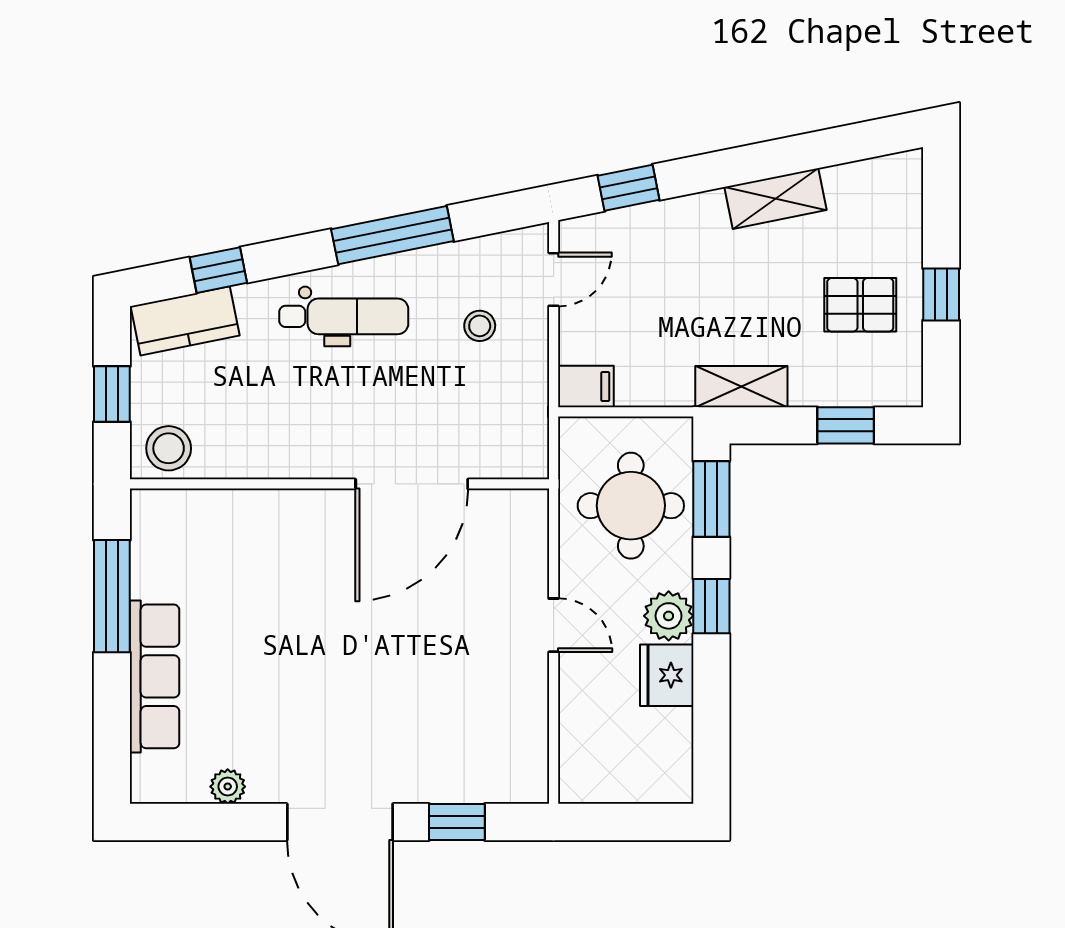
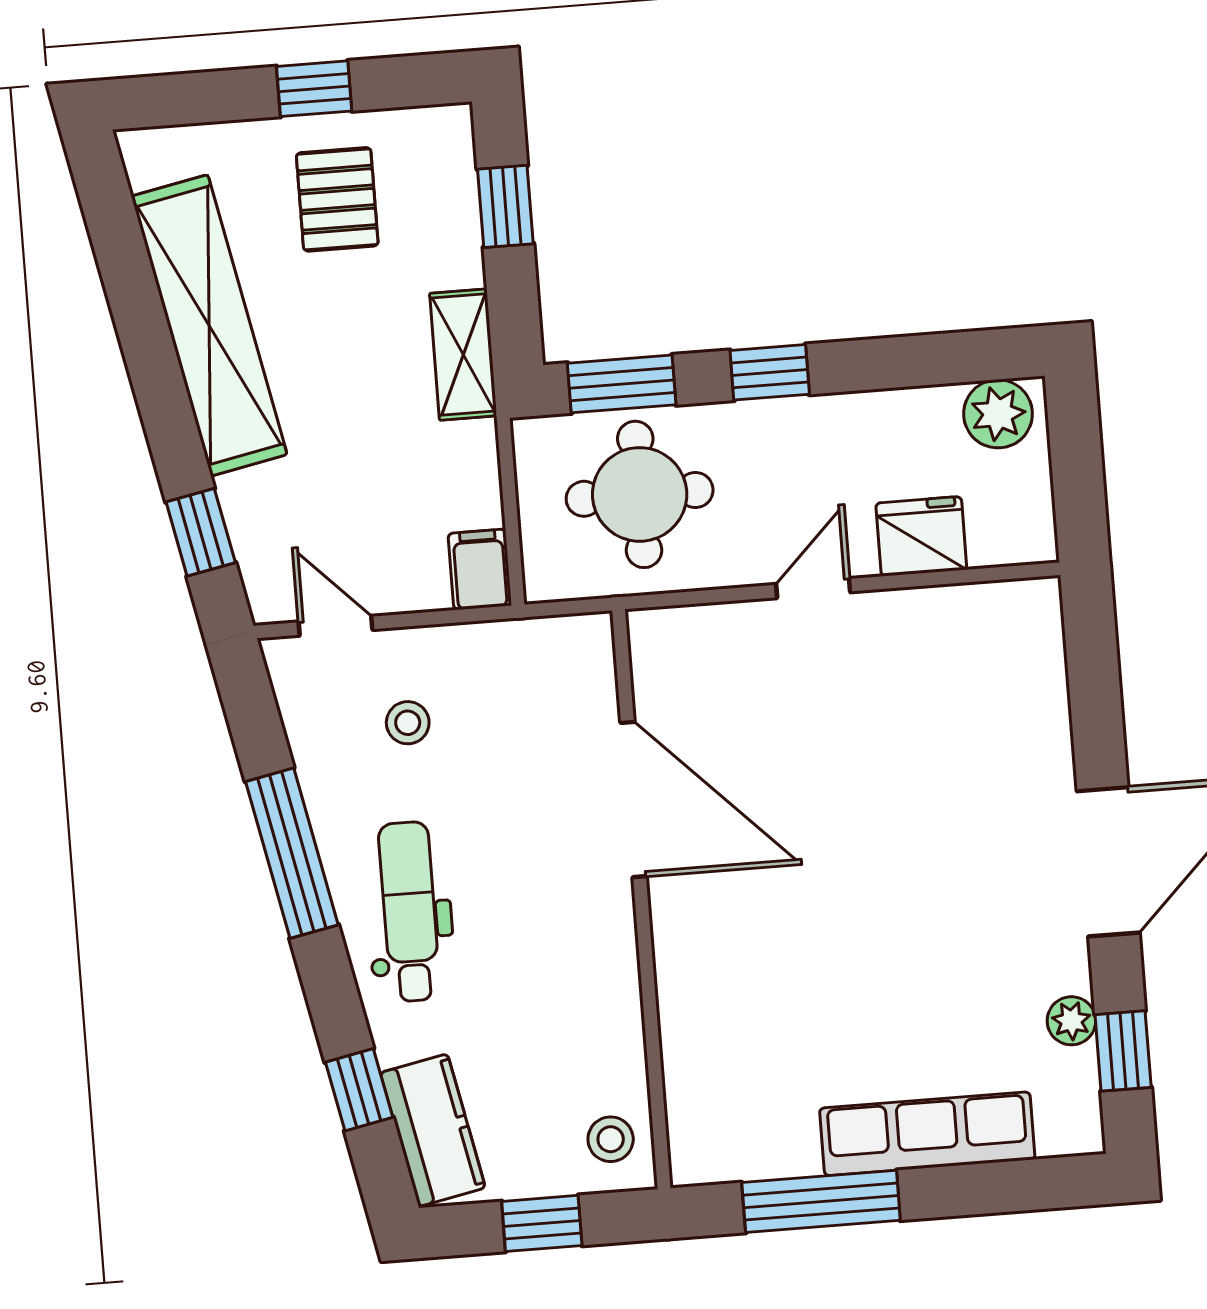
shelving: (775, 199) -> (209, 325), width x2.20, depth x1.33
stool: (169, 448) -> (611, 1139), width x0.73, depth x0.73
plant: (669, 616) -> (998, 414), moved
fridge: (667, 675) -> (921, 536), moved, turned 180
window: (457, 822) -> (1123, 1051), moved

